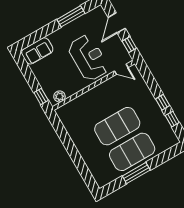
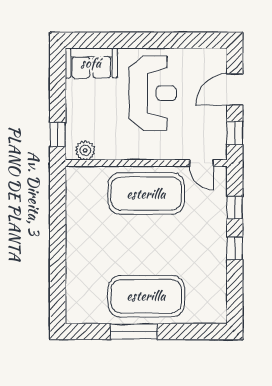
window: (71, 16) -> (172, 40), removed
reception desk: (88, 58) -> (153, 93), moved
window: (172, 119) -> (235, 207), moved
exercise mat: (117, 126) -> (146, 194), moved

